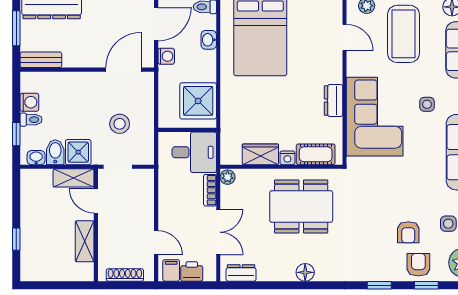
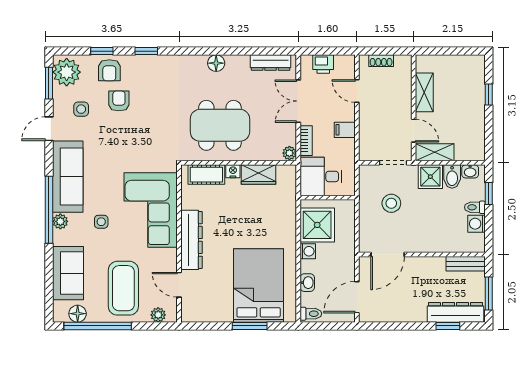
washing machine: (166, 56) -> (308, 251), moved, turned 180
dresser: (334, 100) -> (192, 240), width x1.96, depth x1.24
filing cabinet: (171, 270) -> (345, 130), moved, turned 90
dresser: (241, 273) -> (271, 63), width x1.44
shoe rack: (125, 275) -> (381, 61), width x0.70

